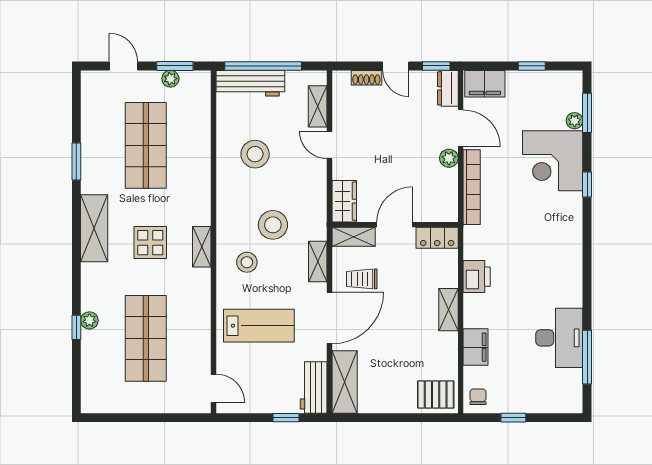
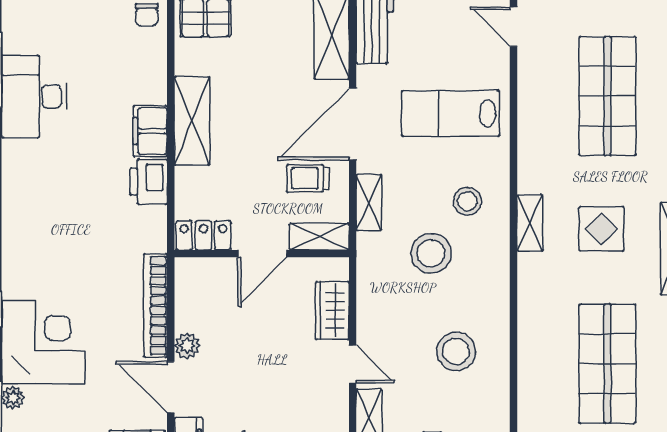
wardrobe: (344, 201) -> (332, 311), moved
trolley: (362, 279) -> (308, 178), turned 180
shelving: (449, 310) -> (192, 121), width x1.50, depth x1.33
filing cabinet: (476, 347) -> (150, 131), moved

